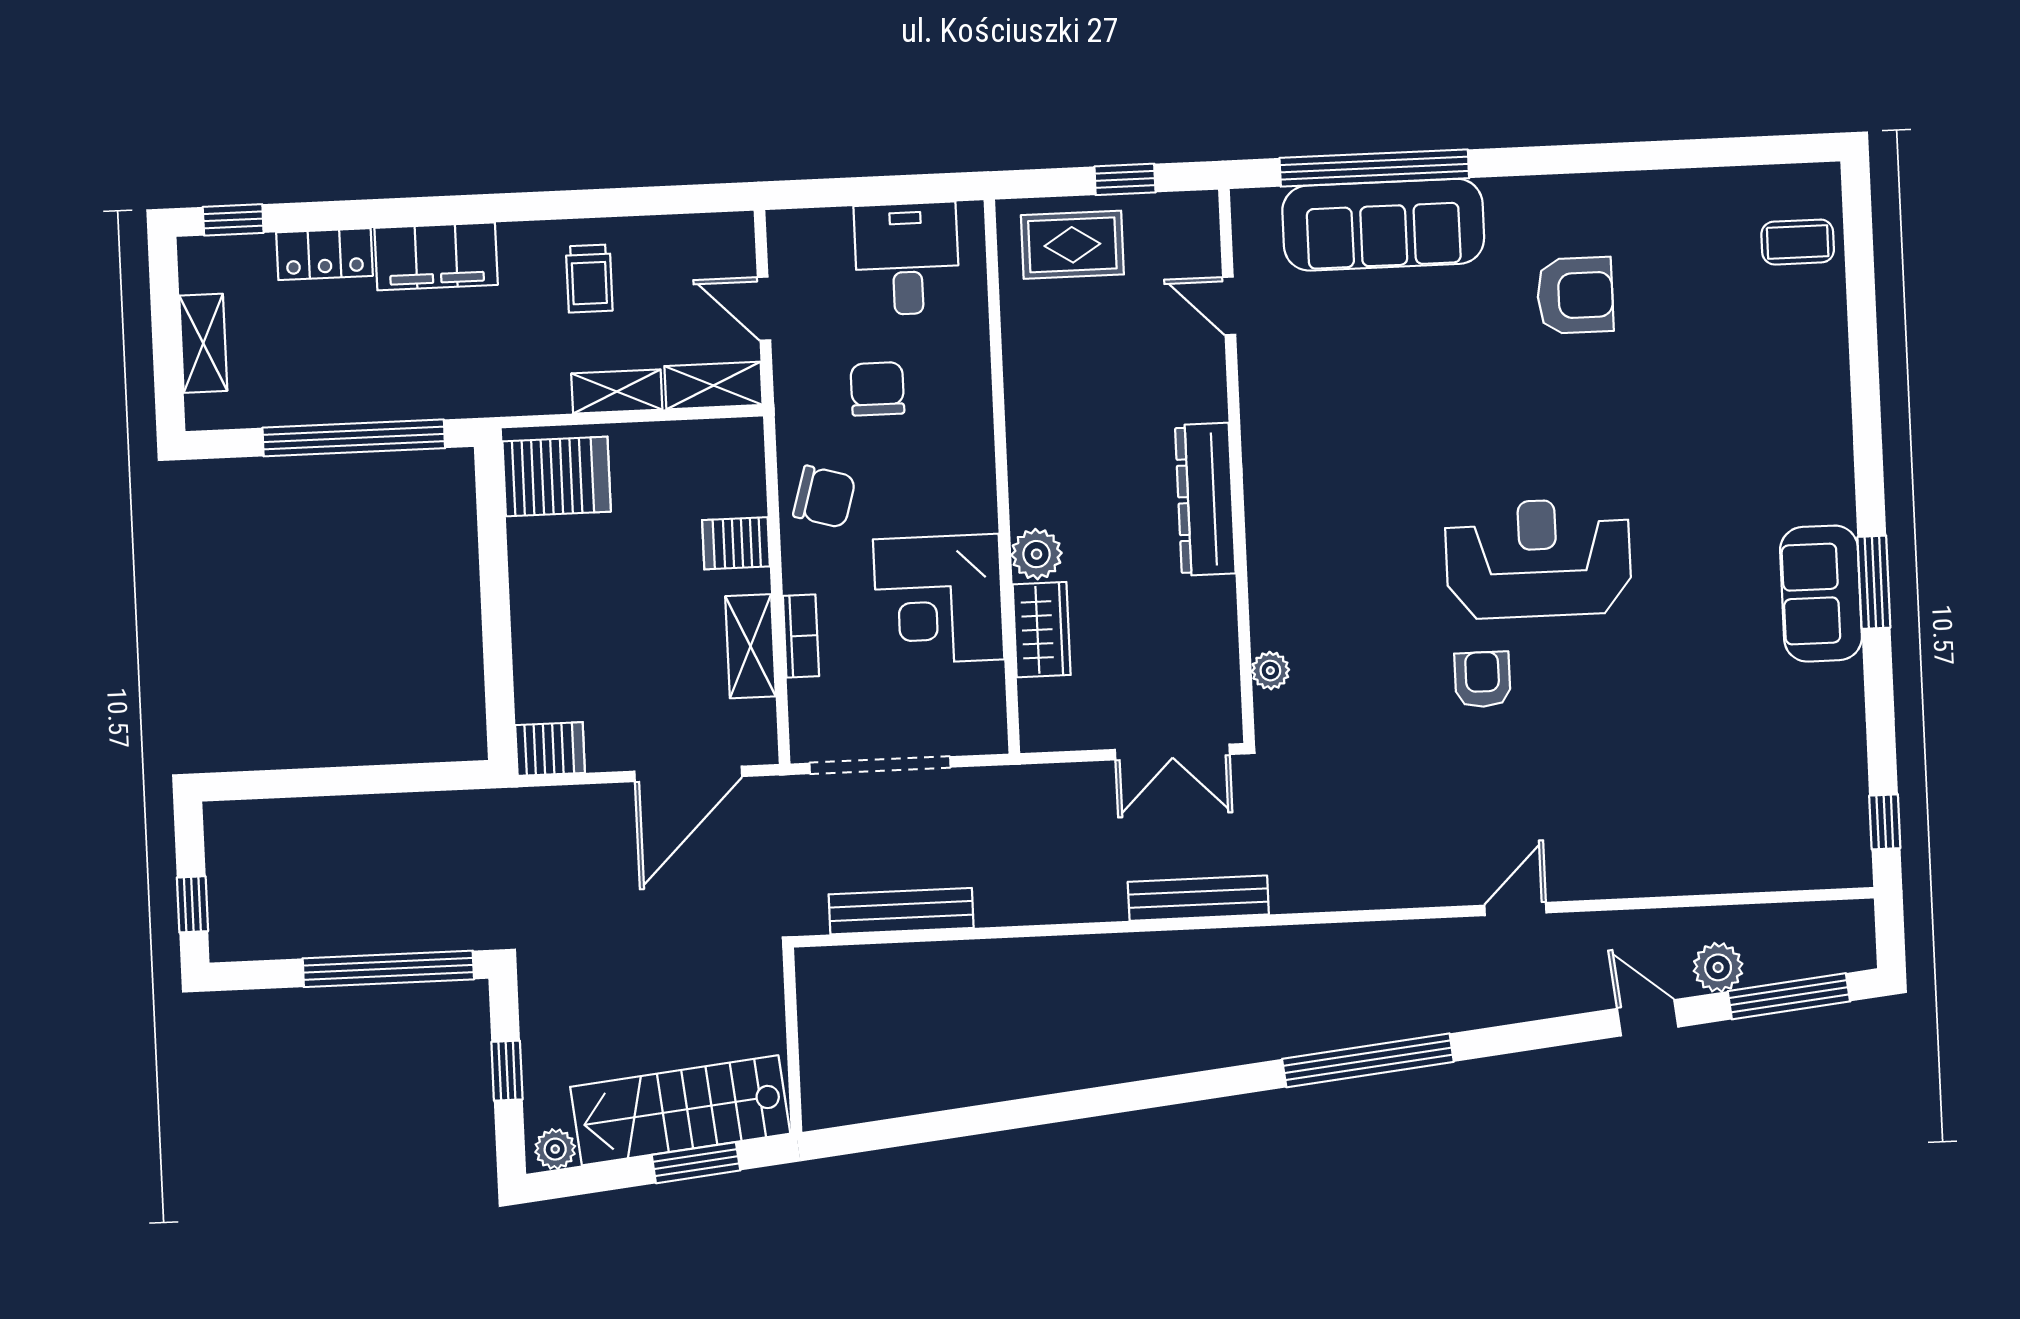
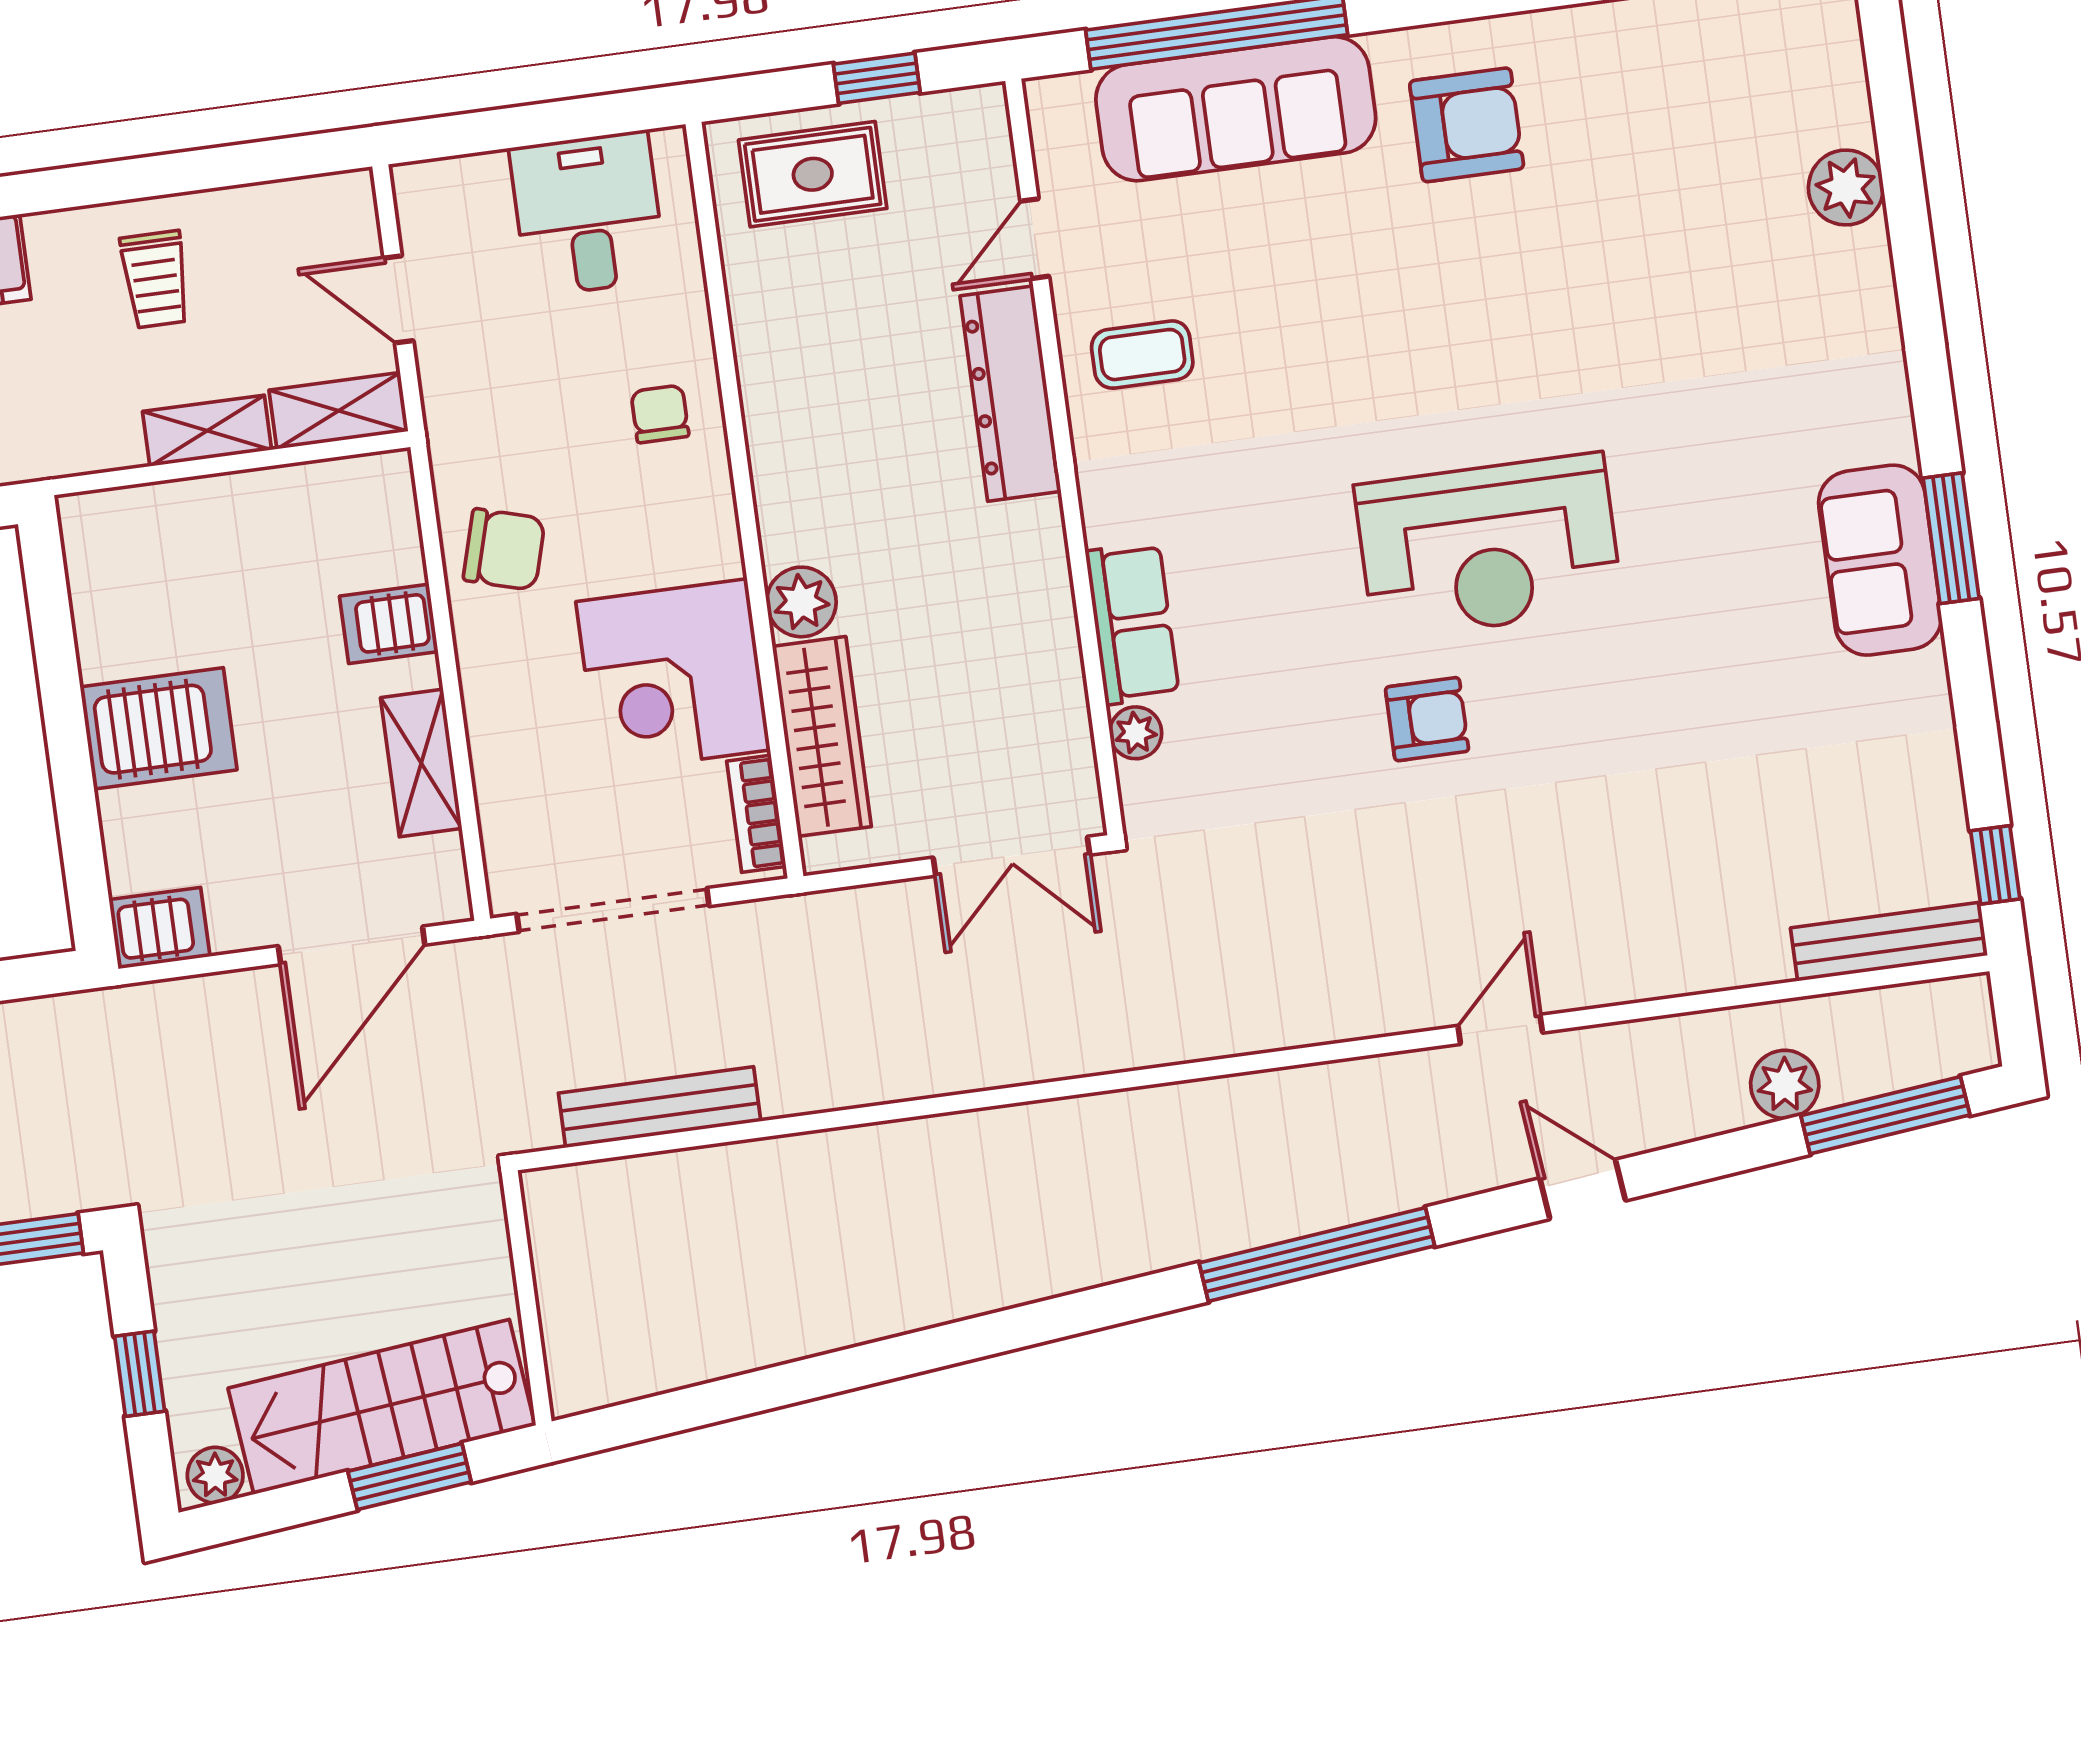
coffee table: (1798, 242) -> (1142, 355), moved
armchair: (1575, 295) -> (1467, 125), moved
door: (1229, 306) -> (1035, 239), hinge flipped
plant: (1820, 321) -> (1846, 188), added
chair: (877, 389) -> (660, 414), moved, width x0.73, depth x0.73
server rack: (557, 476) -> (159, 728), moved
dresser: (1205, 499) -> (1010, 394), moved
reception desk: (1538, 558) -> (1489, 547), turned 180
row of seats: (1275, 591) -> (1132, 623), added
wardrobe: (1042, 630) -> (822, 736), width x1.50
bookcase: (801, 636) -> (756, 814), moved, turned 180
armchair: (1482, 679) -> (1427, 719), turned 90
bench: (1198, 898) -> (1889, 942), moved
door: (1648, 1018) -> (1583, 1189), moved

